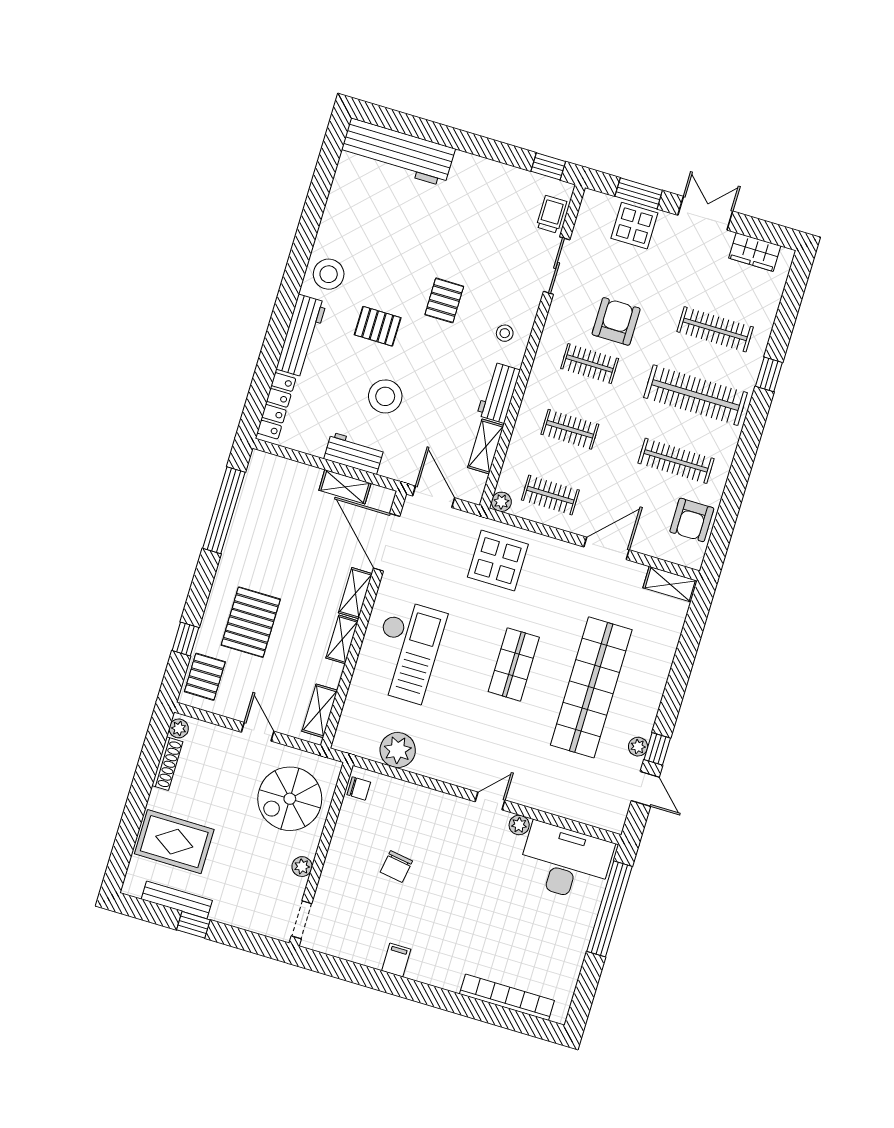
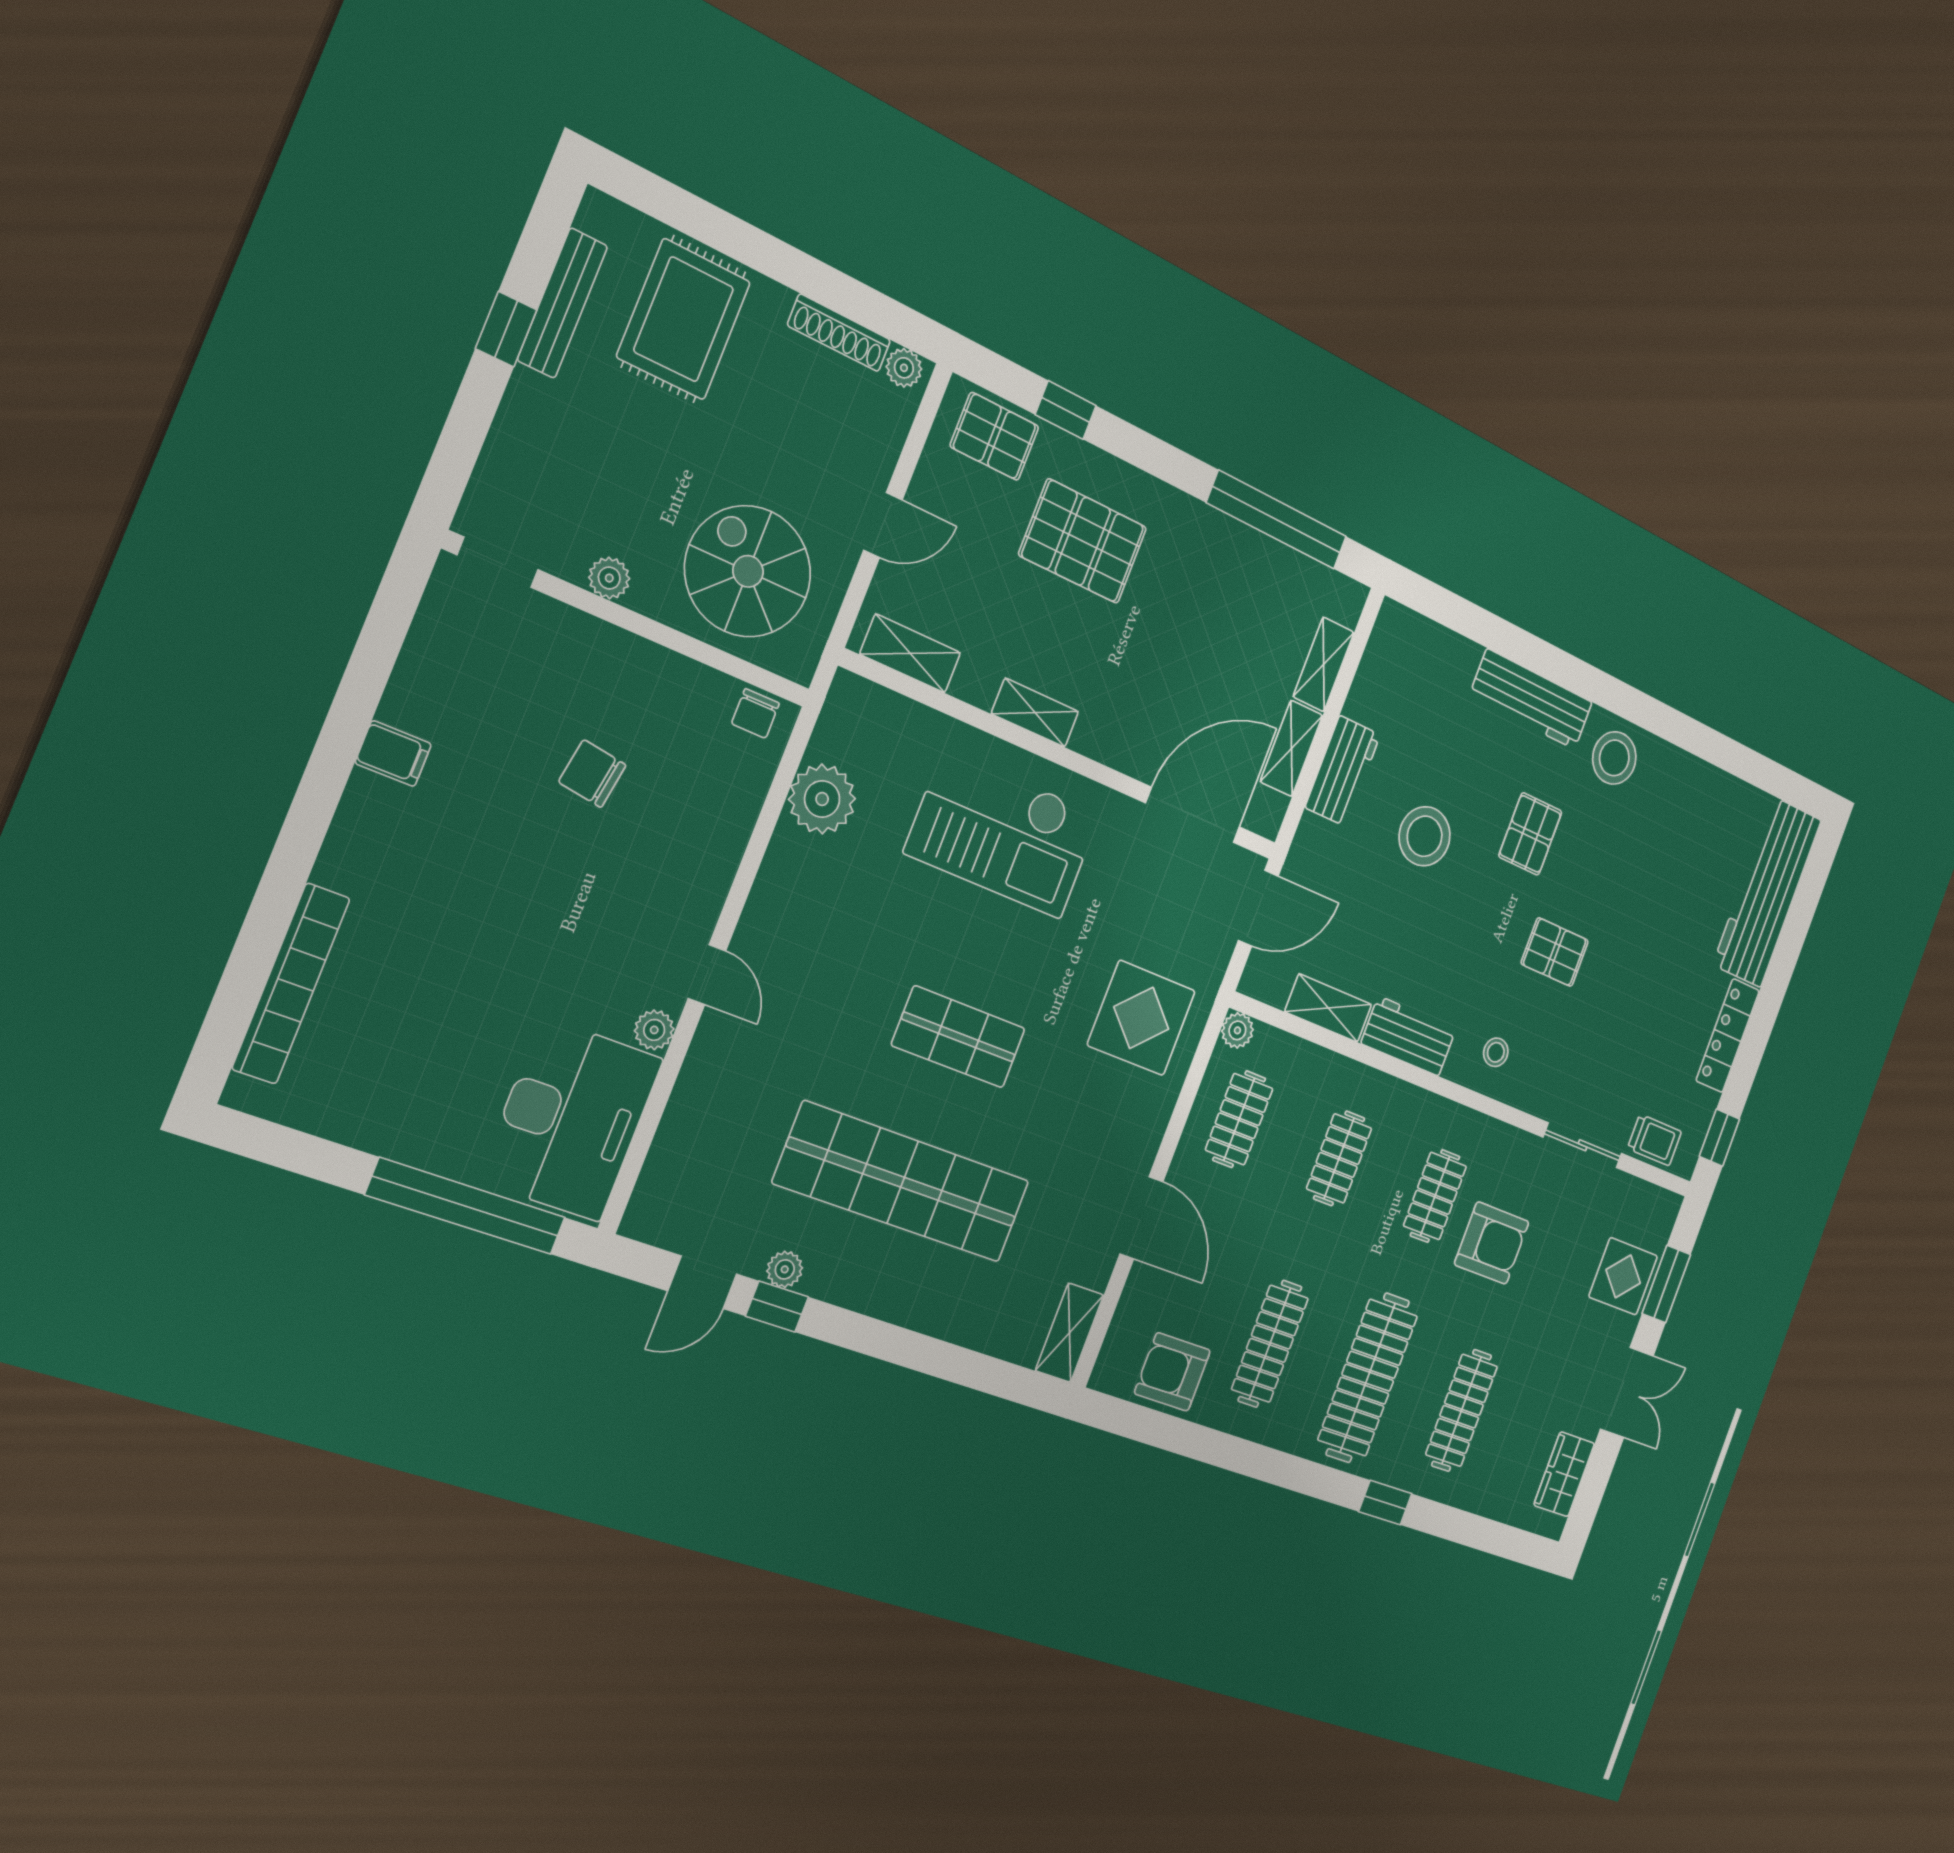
locker: (276, 406) -> (1728, 1036), moved, turned 90
shelving: (355, 593) -> (1324, 664), moved, turned 90

